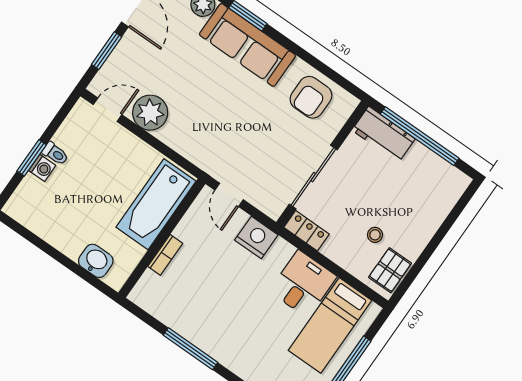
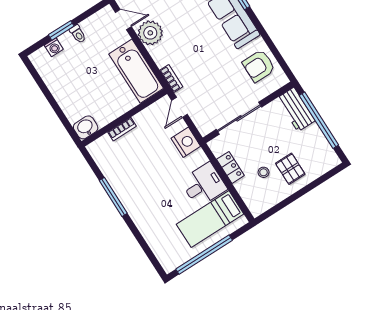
bookcase: (203, 161) -> (171, 78), added
washing machine: (42, 168) -> (54, 47), moved
bathtub: (156, 204) -> (136, 71), moved, turned -90
locker: (306, 231) -> (230, 167), moved
washbasin: (96, 261) -> (86, 127), moved, turned -90
pallet: (390, 270) -> (290, 169), moved, turned 90

